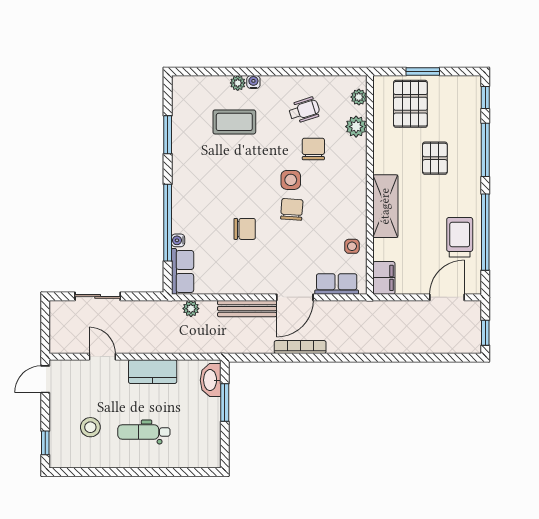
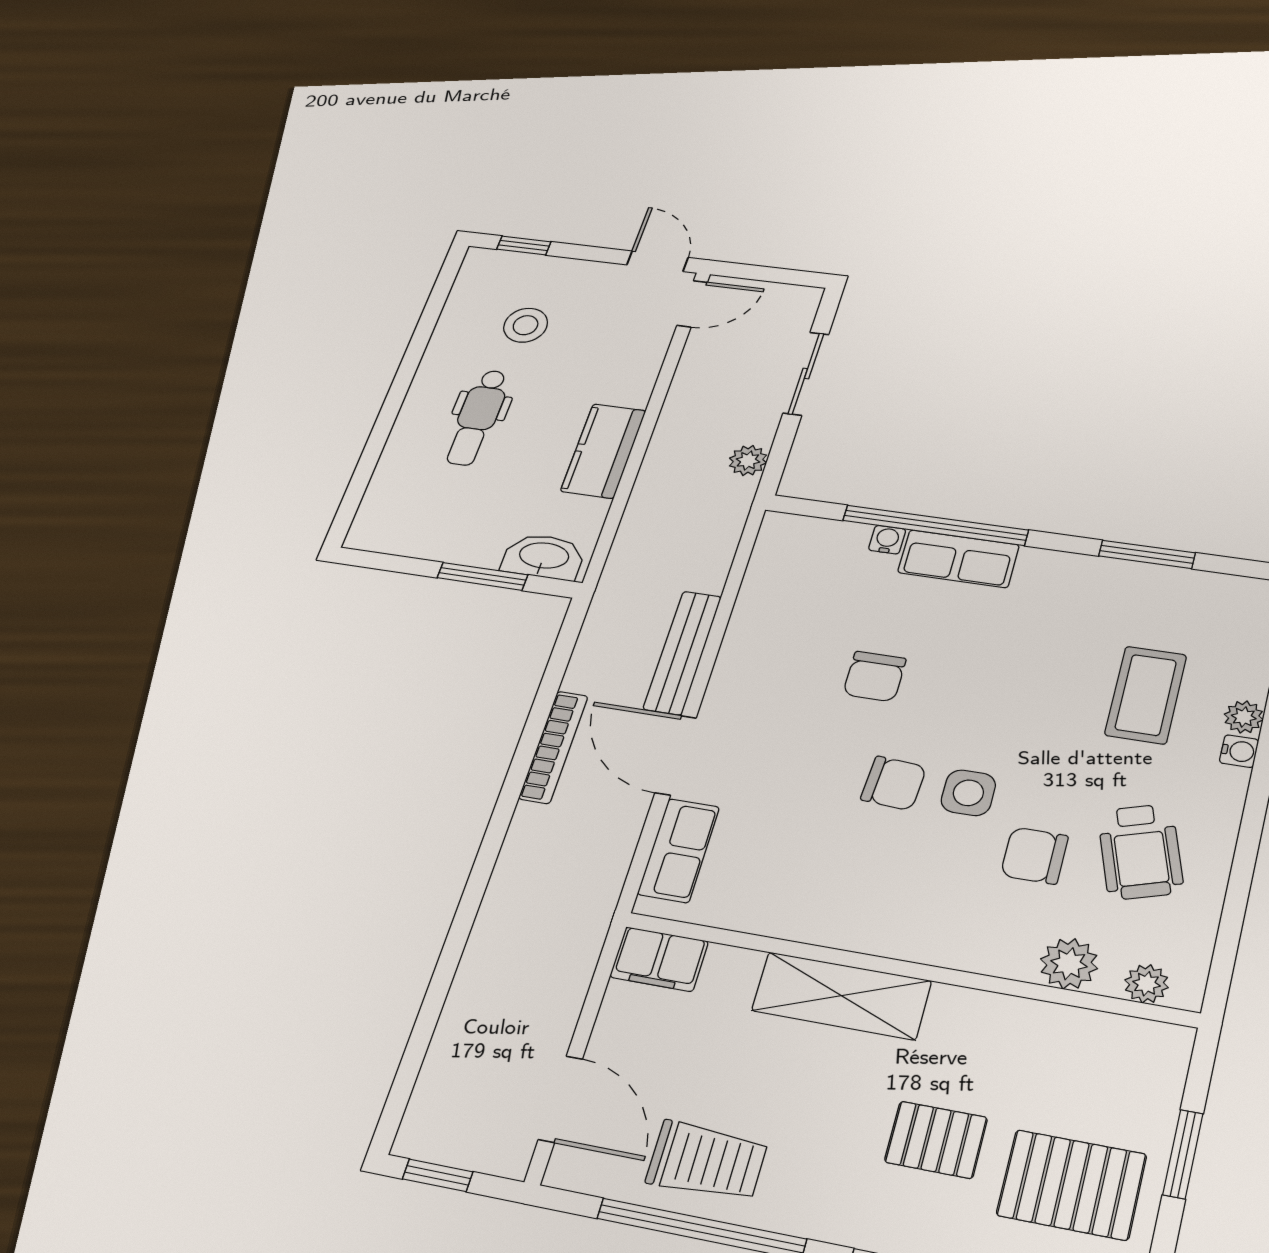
pallet: (410, 104) -> (1072, 1185), moved
wheelchair: (304, 110) -> (1140, 852), width x1.36, depth x1.37
chair: (313, 149) -> (1034, 856), turned 180
side table: (352, 246) -> (762, 901), removed
row of seats: (183, 271) -> (958, 559), moved
plant: (191, 309) -> (748, 461), moved
door: (102, 357) -> (692, 304), moved
dental chair: (144, 432) -> (477, 417), turned 180

